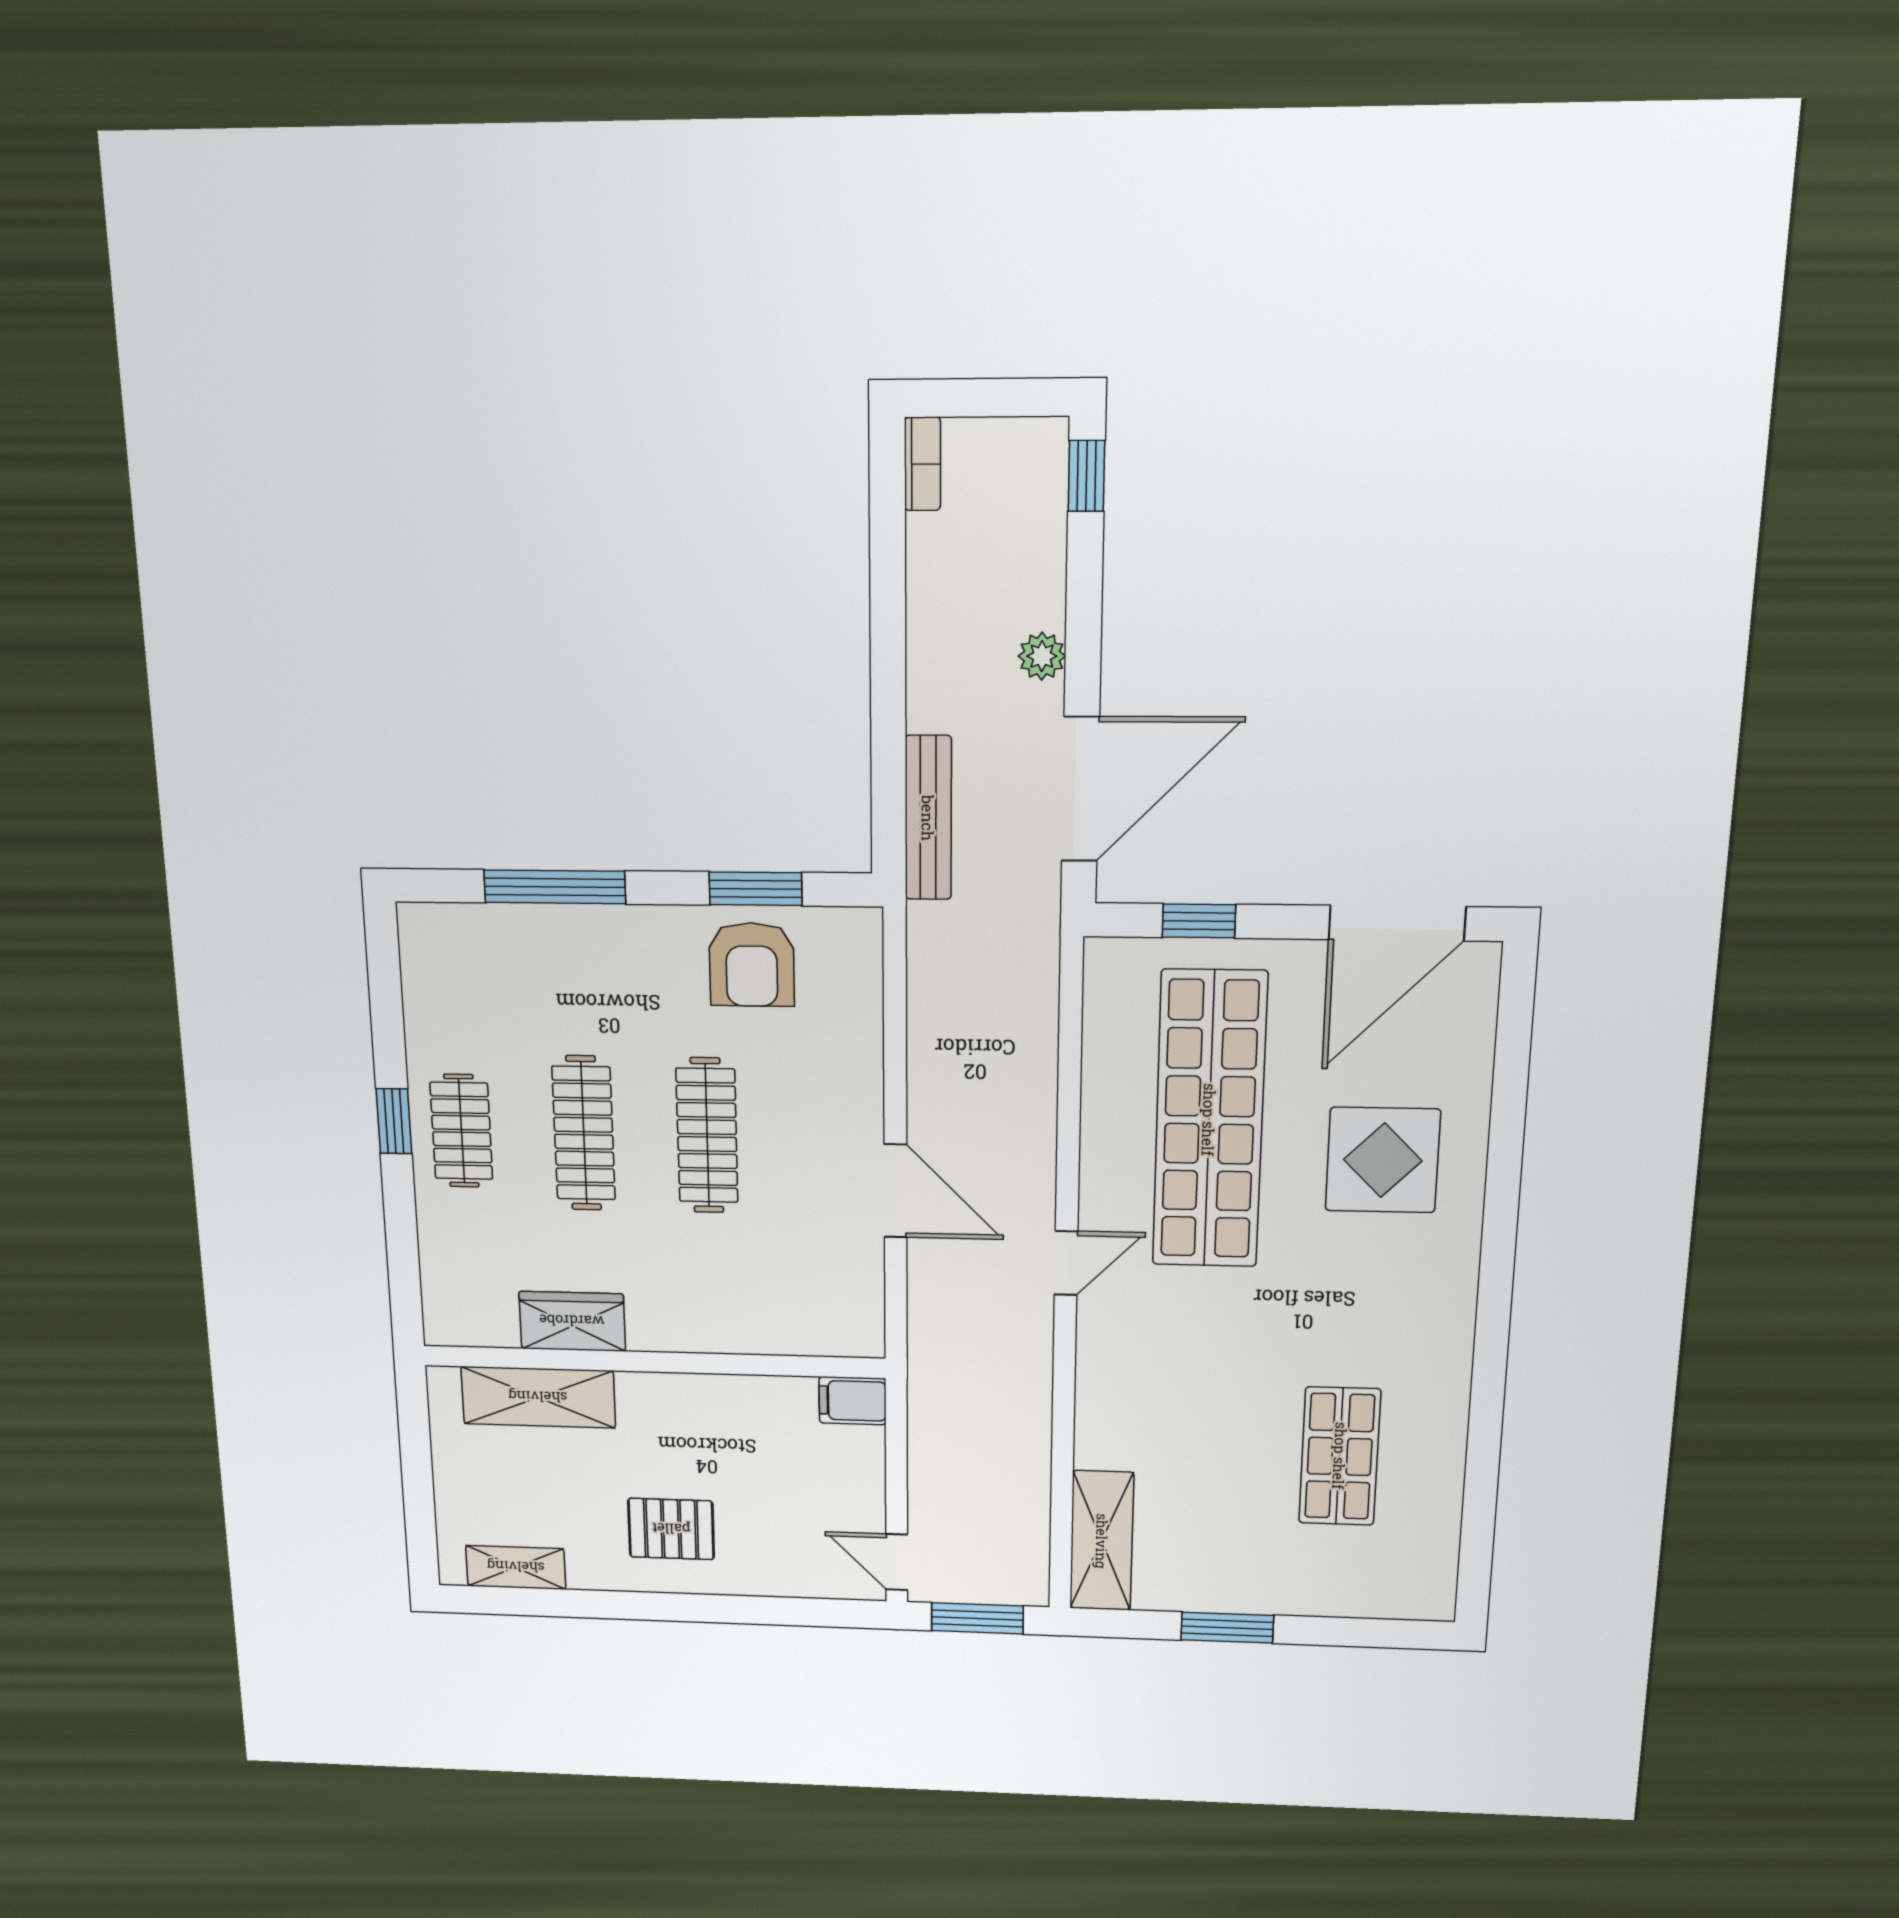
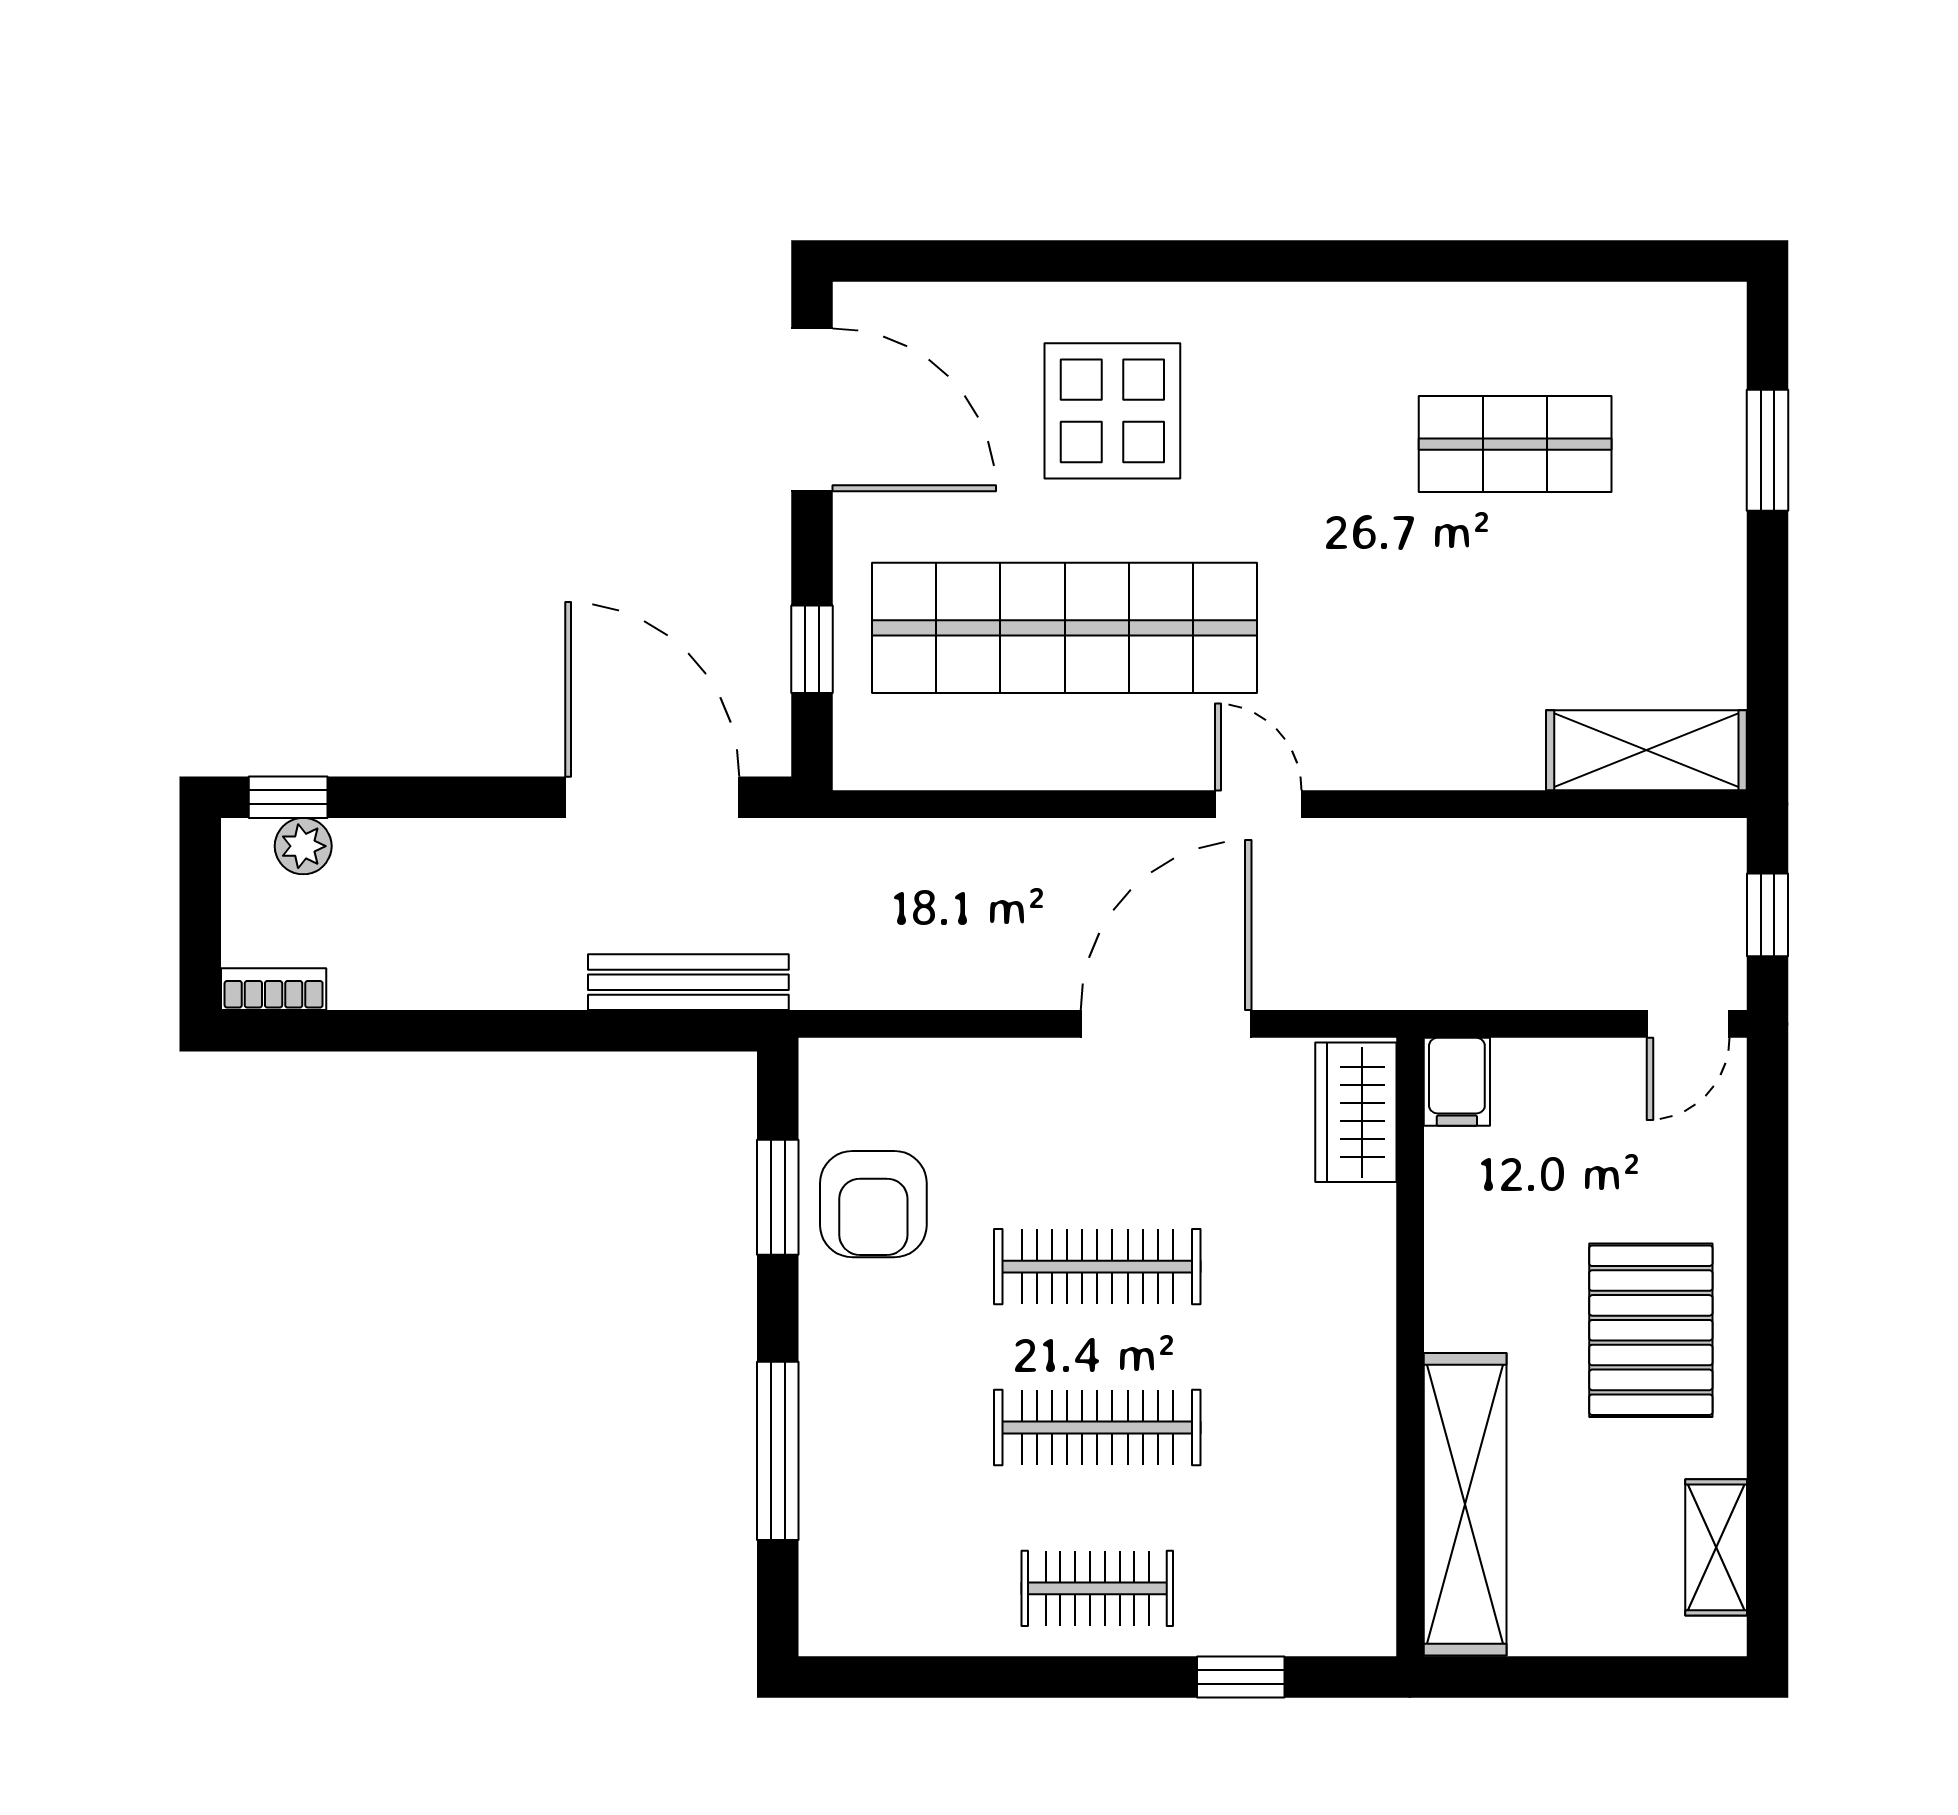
plant: (1042, 656) -> (303, 846), moved
armchair: (752, 964) -> (873, 1204), turned 90
window: (394, 1121) -> (1241, 1677), moved
door: (895, 1191) -> (1166, 1024), width x1.36
wardrobe: (572, 1321) -> (1356, 1112), moved
shelving: (538, 1397) -> (1465, 1504), width x1.47
pallet: (671, 1529) -> (1651, 1330), width x1.50, depth x1.42
window: (977, 1618) -> (1768, 915), width x0.67
window: (1227, 1628) -> (1768, 450), moved

